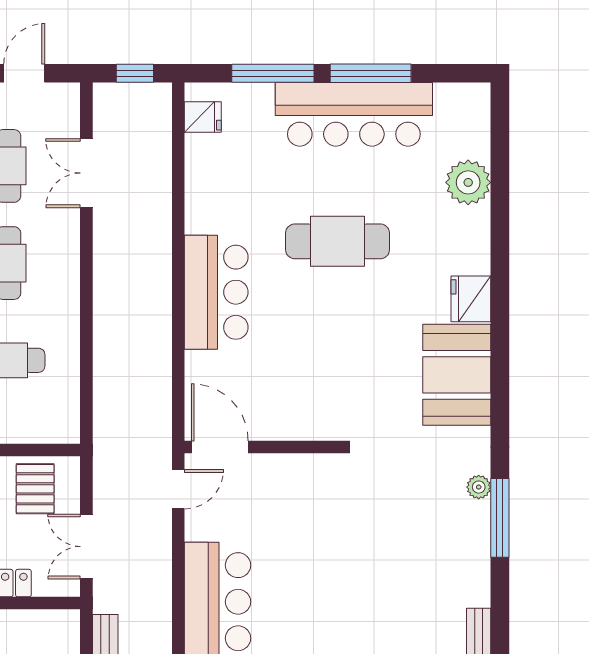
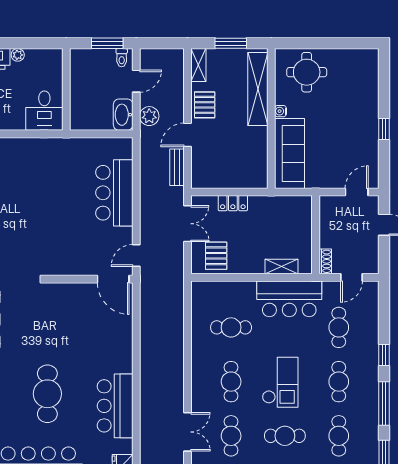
cafe table: (338, 241) -> (47, 394), turned 90
bar counter: (216, 292) -> (115, 406), moved

